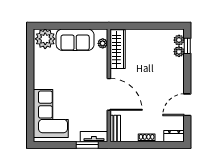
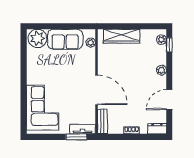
wardrobe: (118, 49) -> (122, 36), moved, turned 90
plant: (179, 52) -> (161, 70), moved

